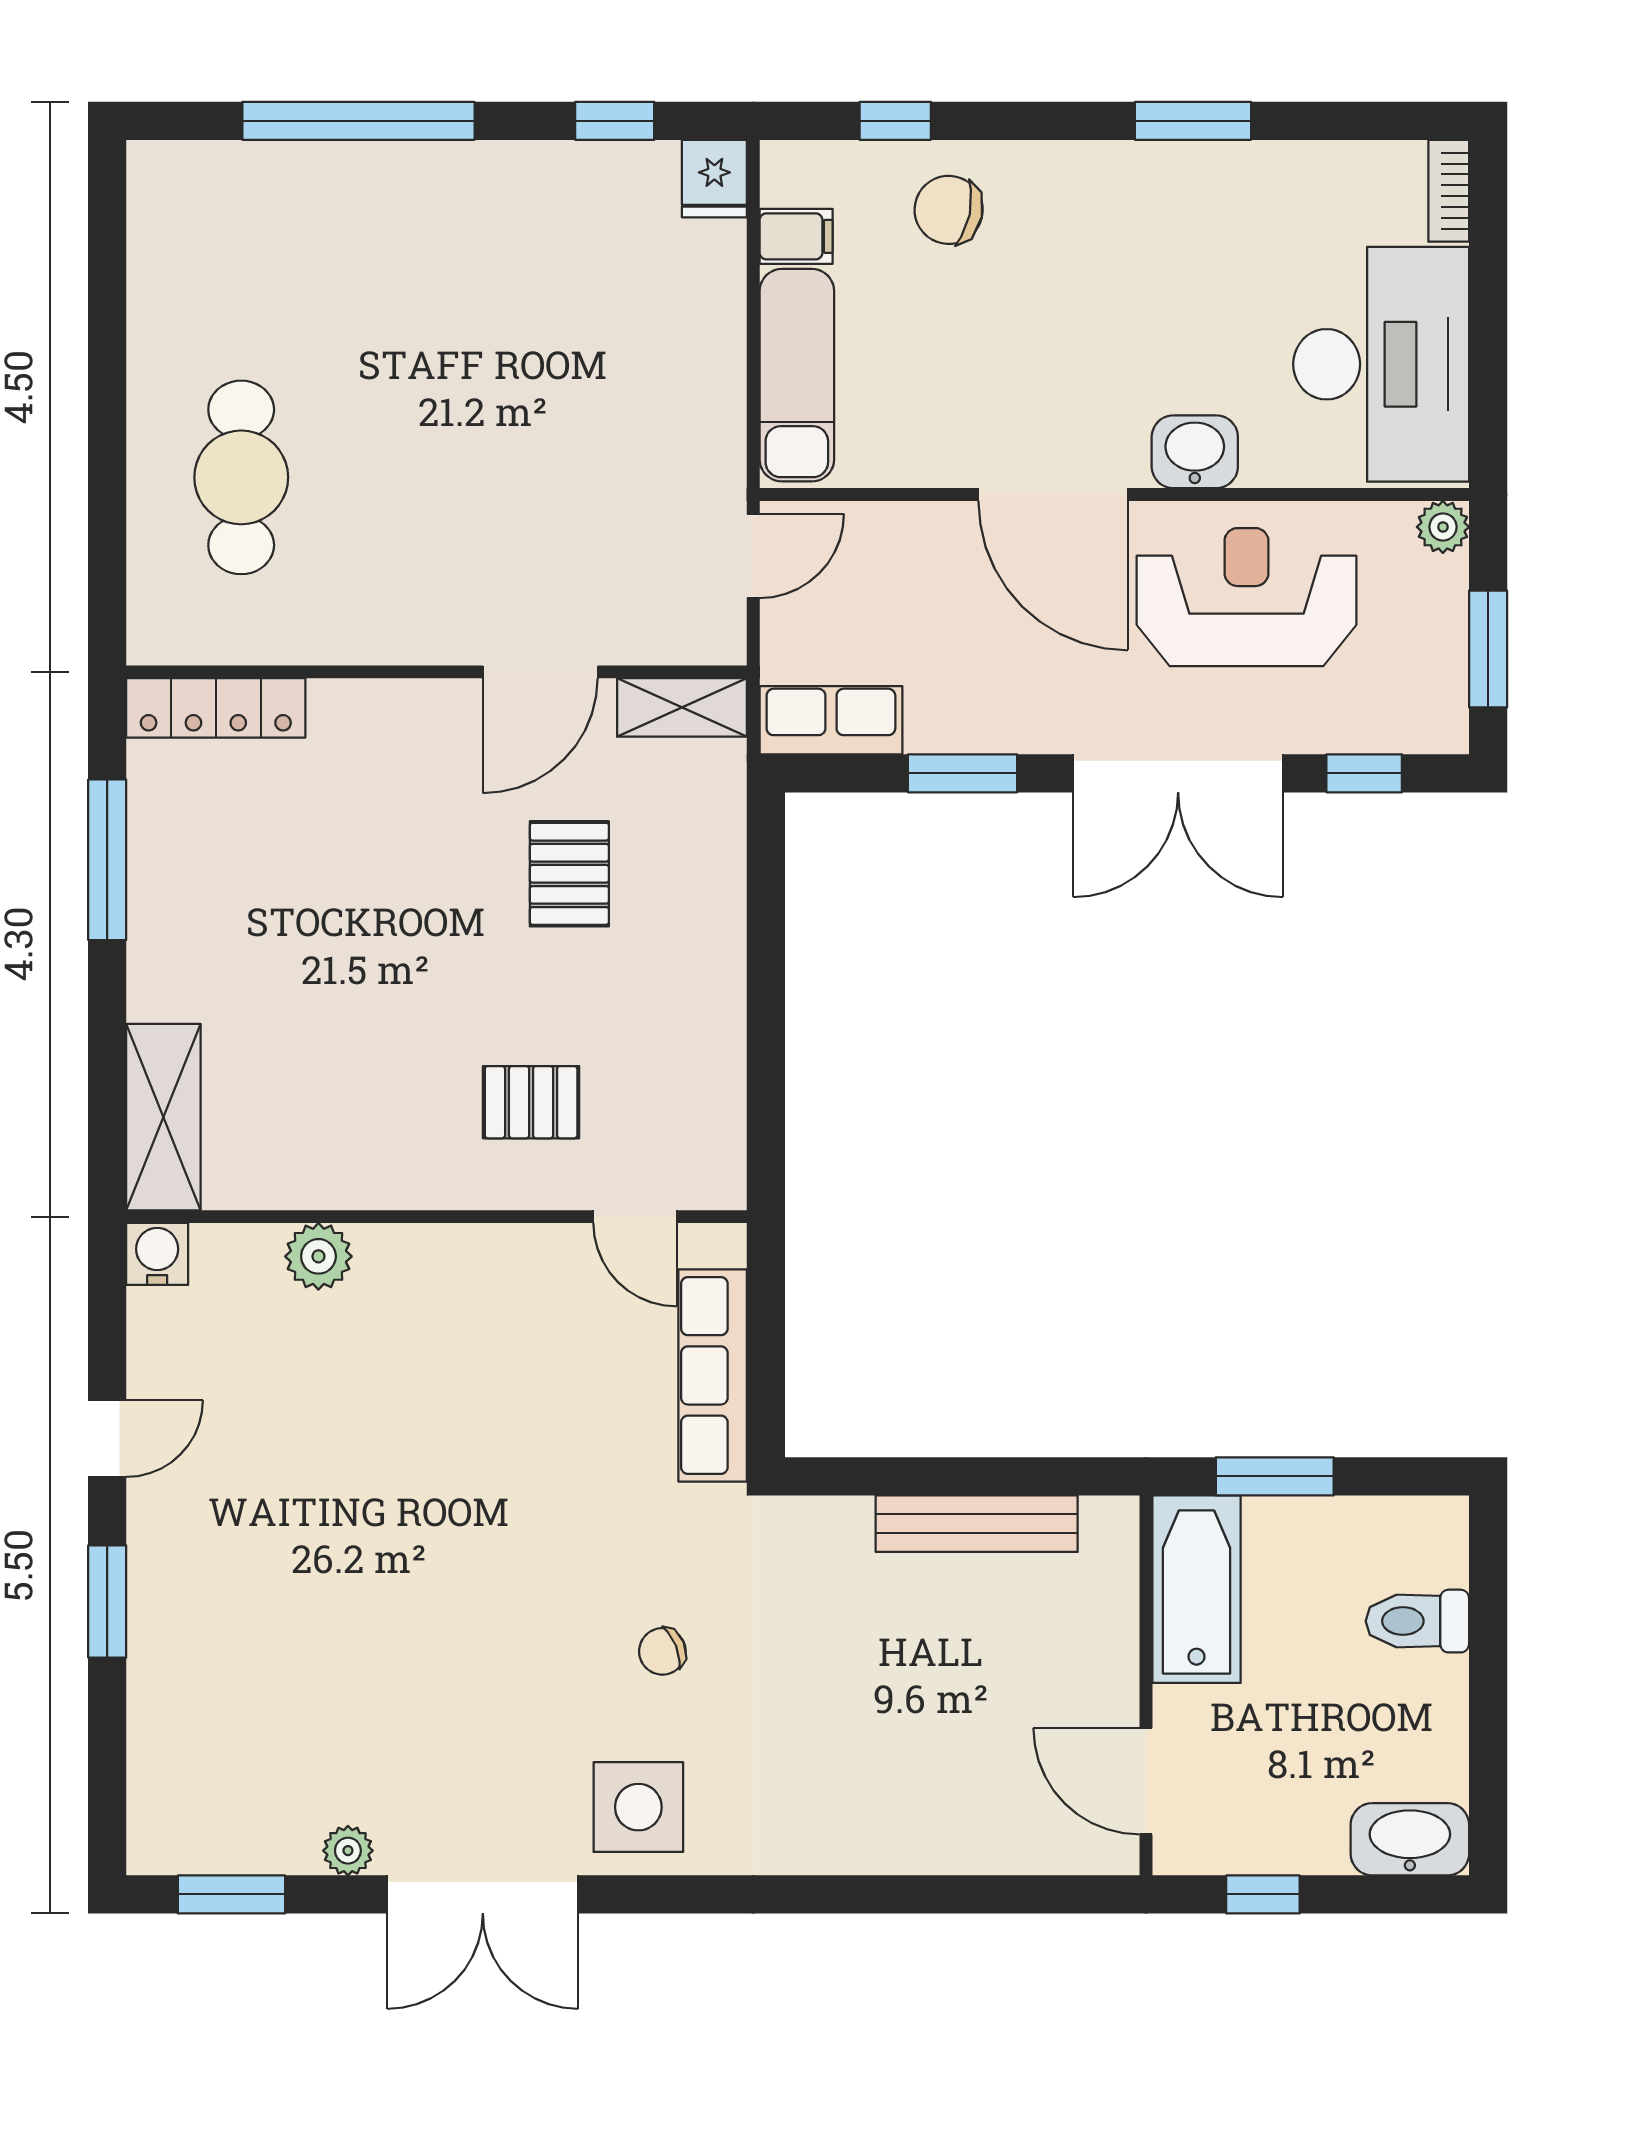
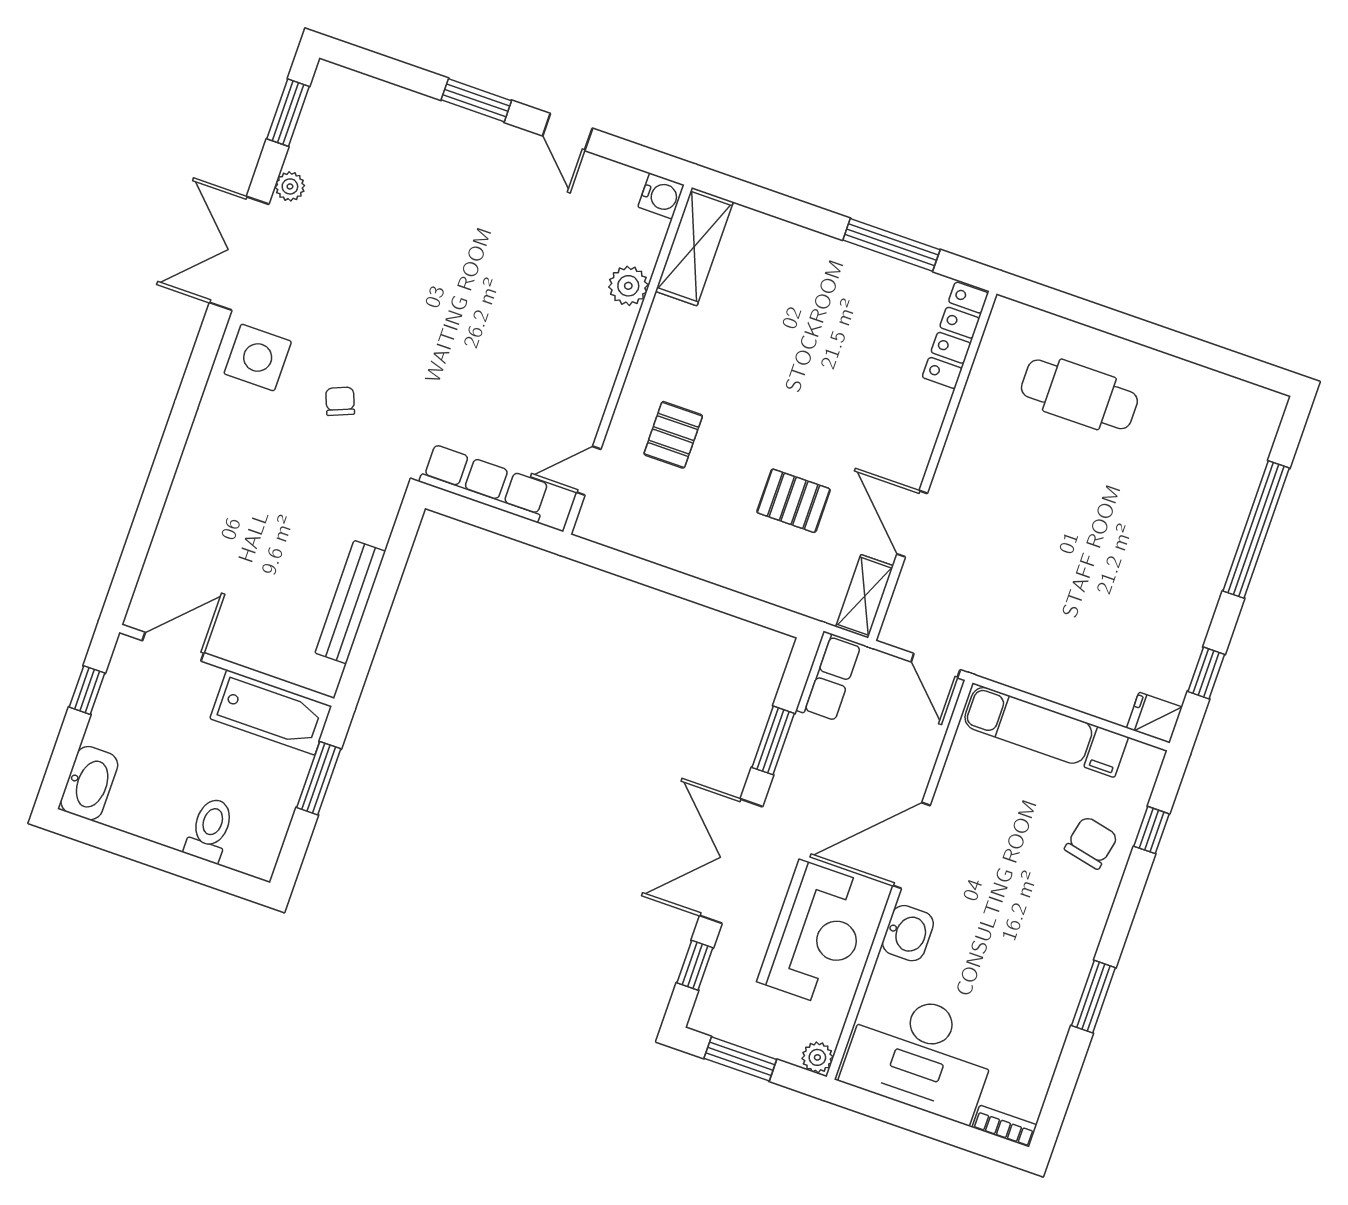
shelving: (163, 1117) -> (694, 247), moved, turned 90

